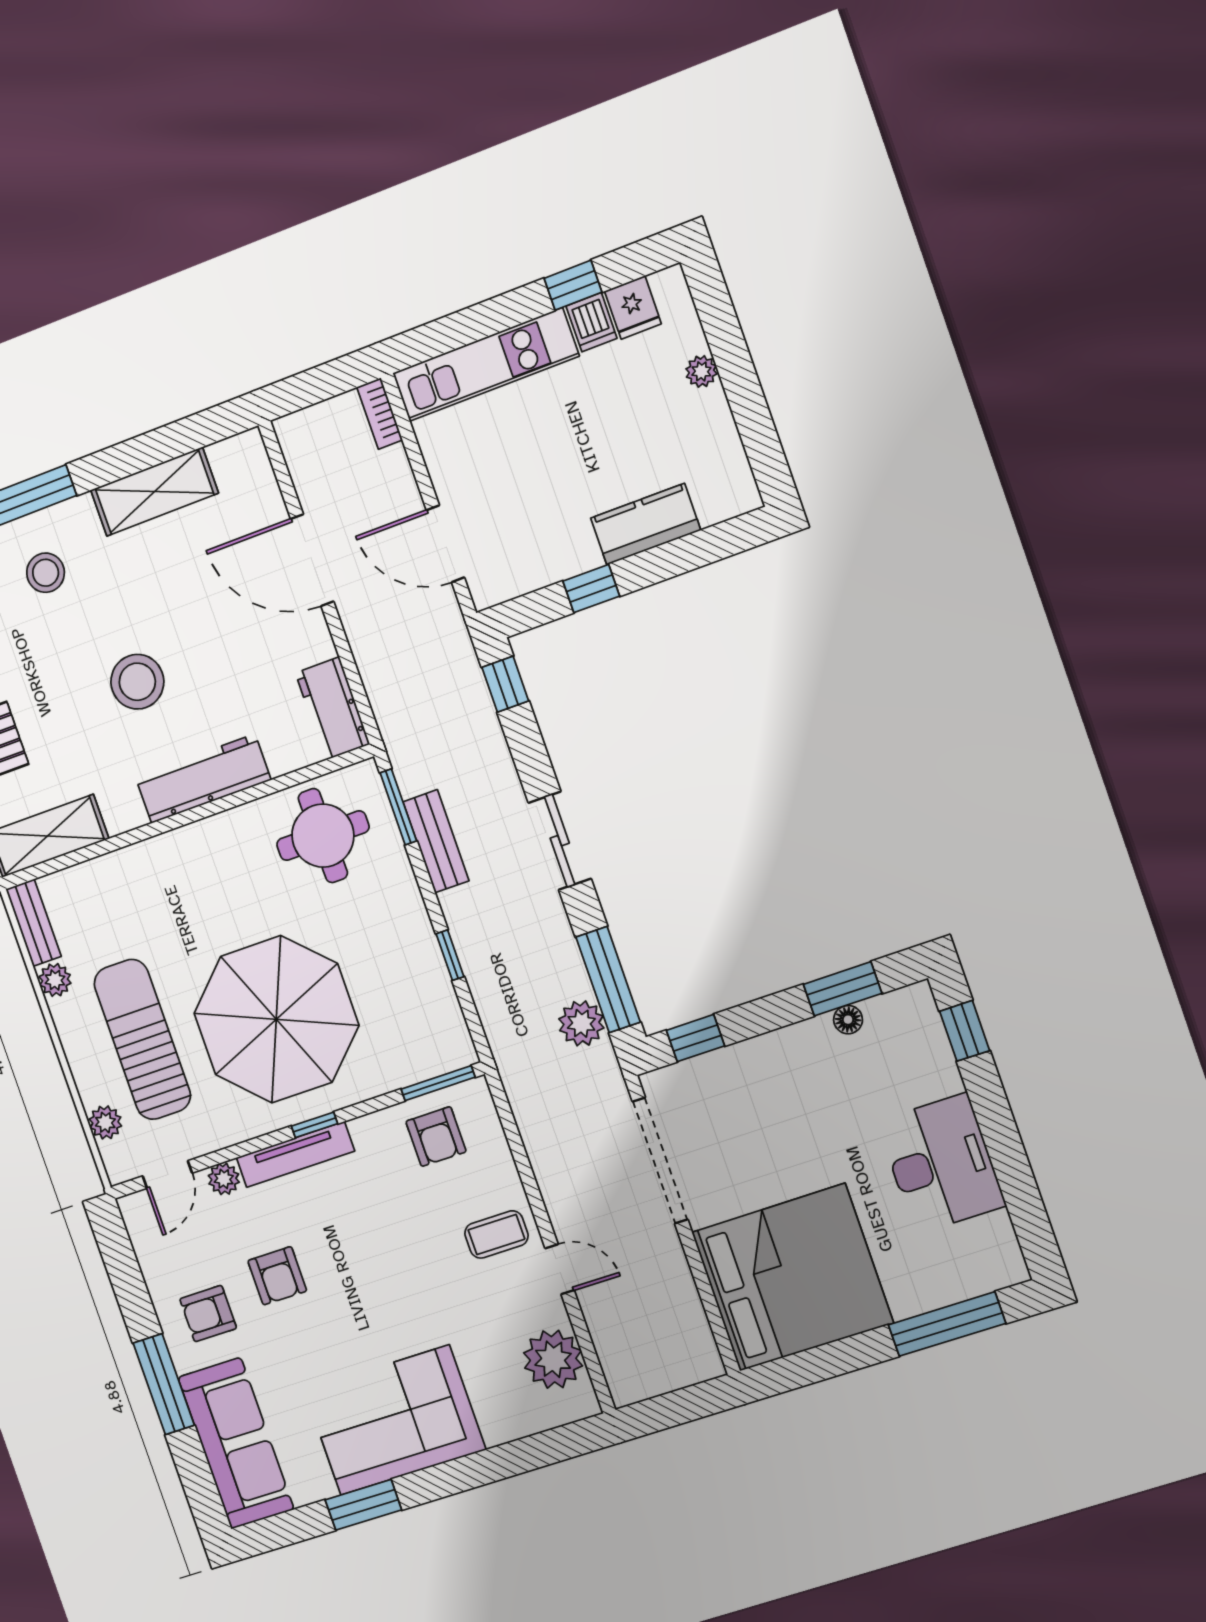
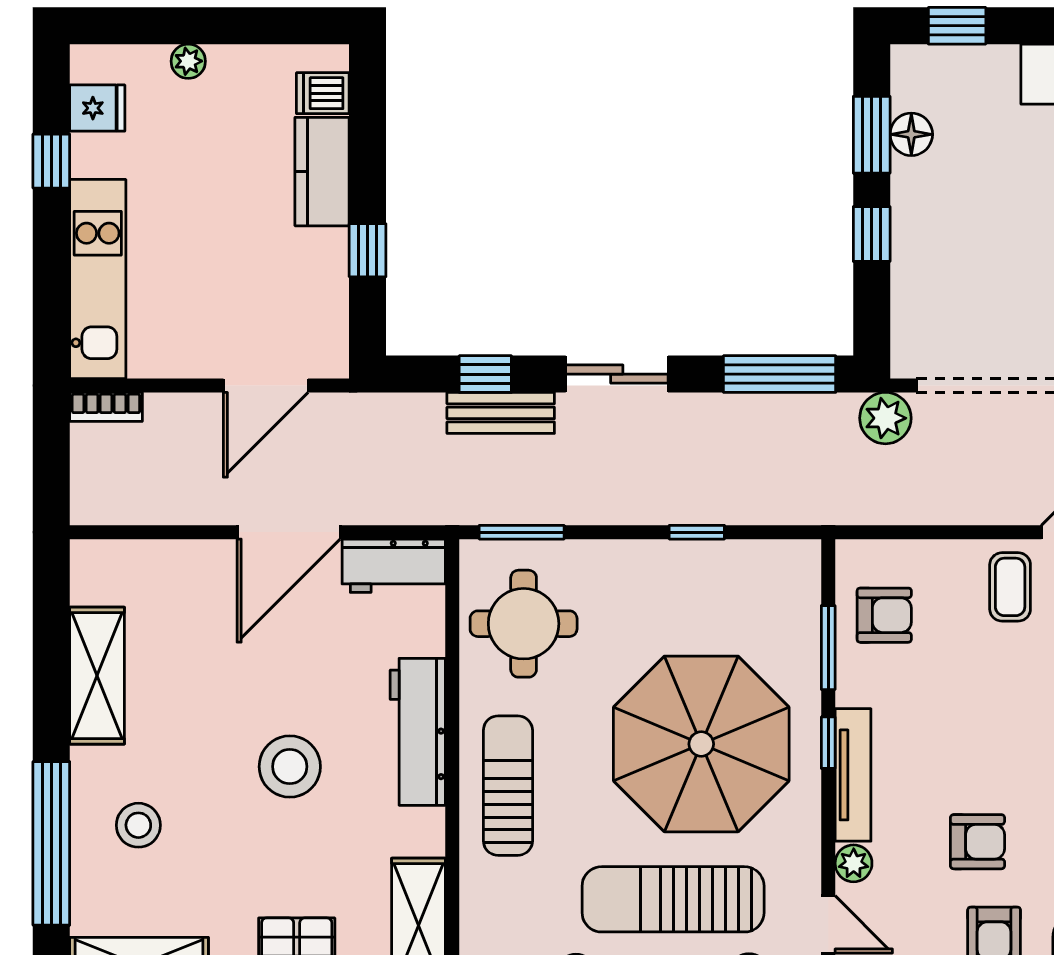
dishwasher: (592, 322) -> (323, 93), moved, turned 180
door: (312, 560) -> (289, 532), moved
window: (505, 684) -> (485, 374), moved
bench: (436, 841) -> (501, 413), moved
sun lounger: (186, 870) -> (508, 786), added
floor lamp: (848, 1020) -> (911, 134), width x1.37, depth x1.37
plant: (581, 1023) -> (885, 418), moved
window: (696, 1038) -> (872, 234), moved
window: (438, 1083) -> (828, 648), moved

